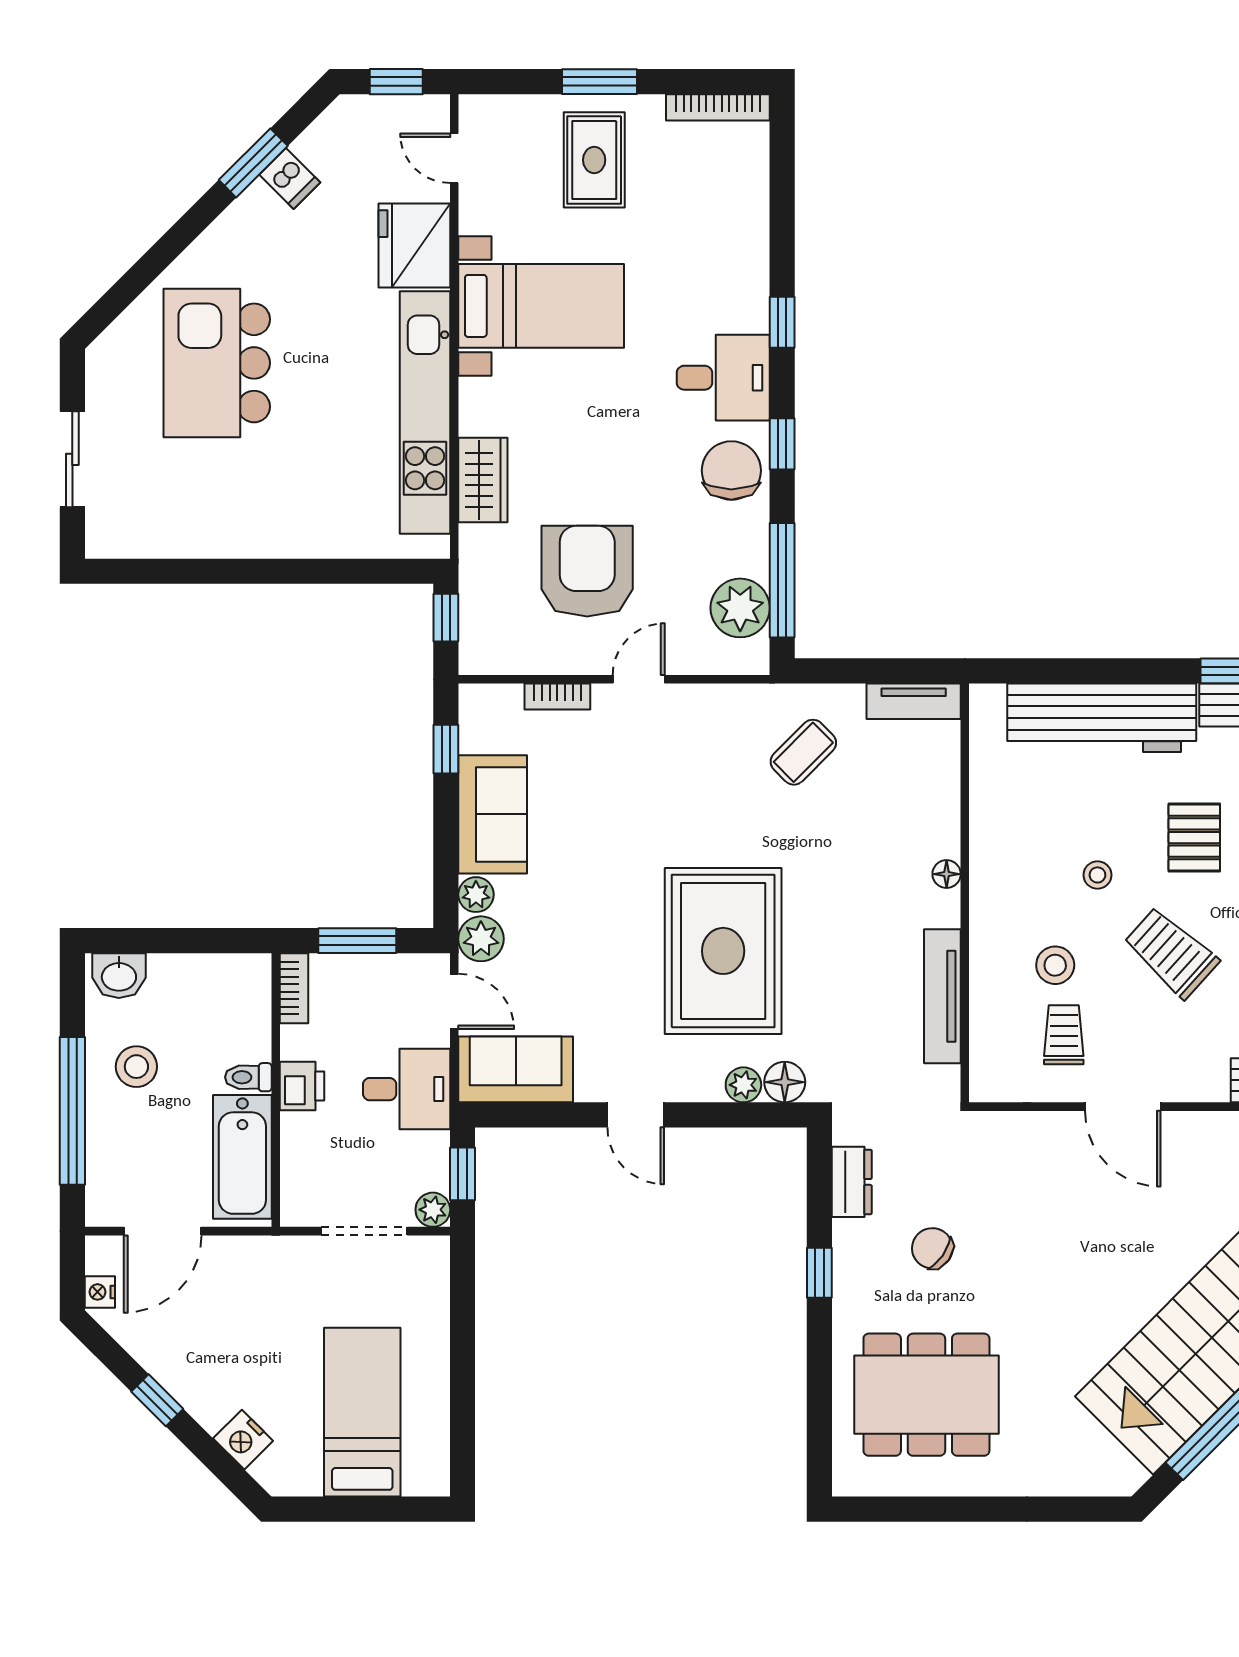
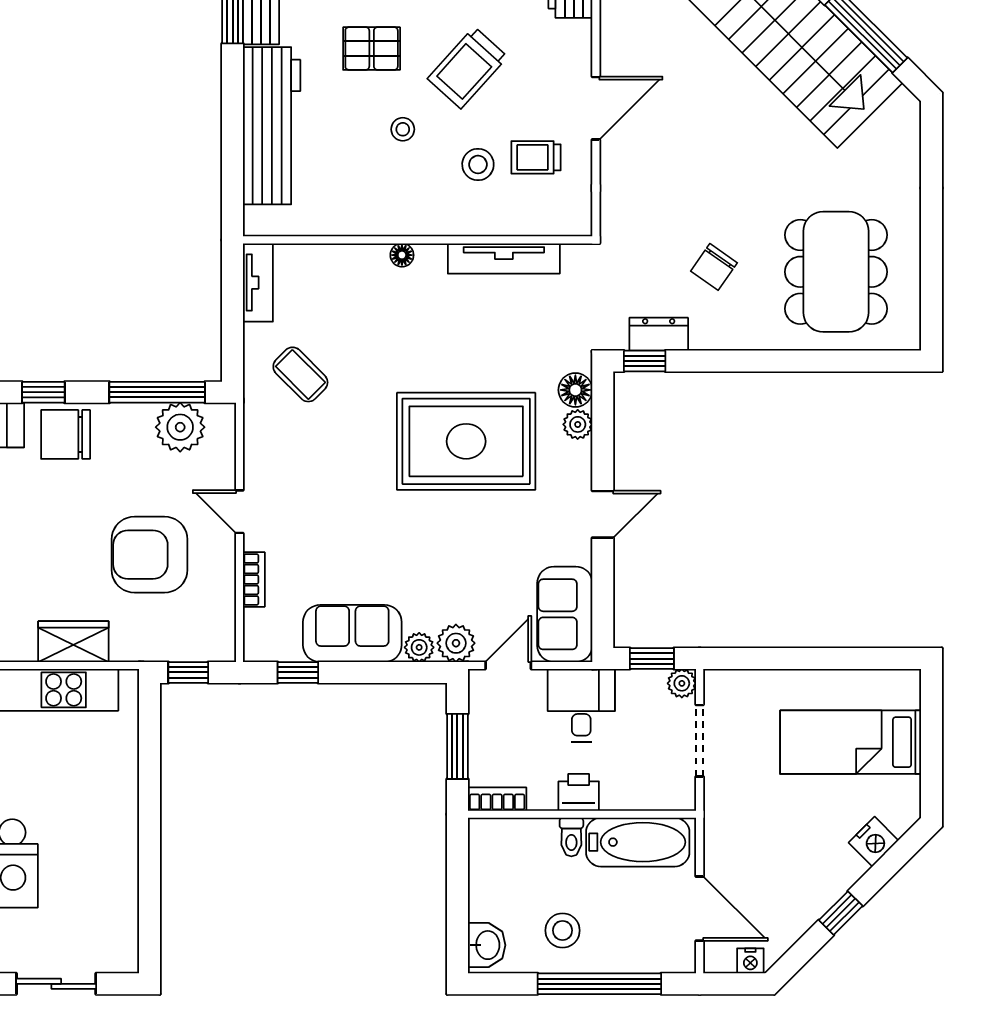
window: (819, 1273) -> (645, 361), moved

